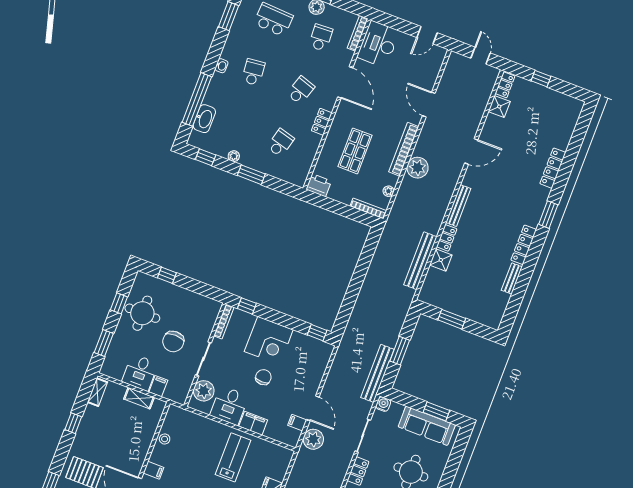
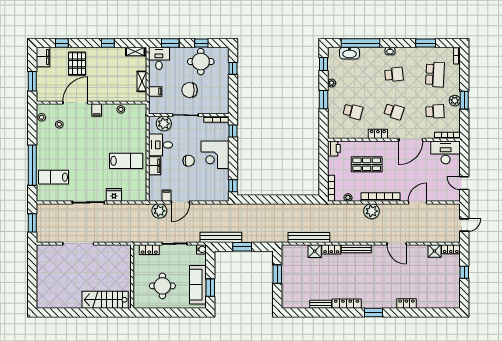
locker: (553, 168) -> (406, 304), width x0.66
desk: (140, 372) -> (159, 58), moved, turned 90

